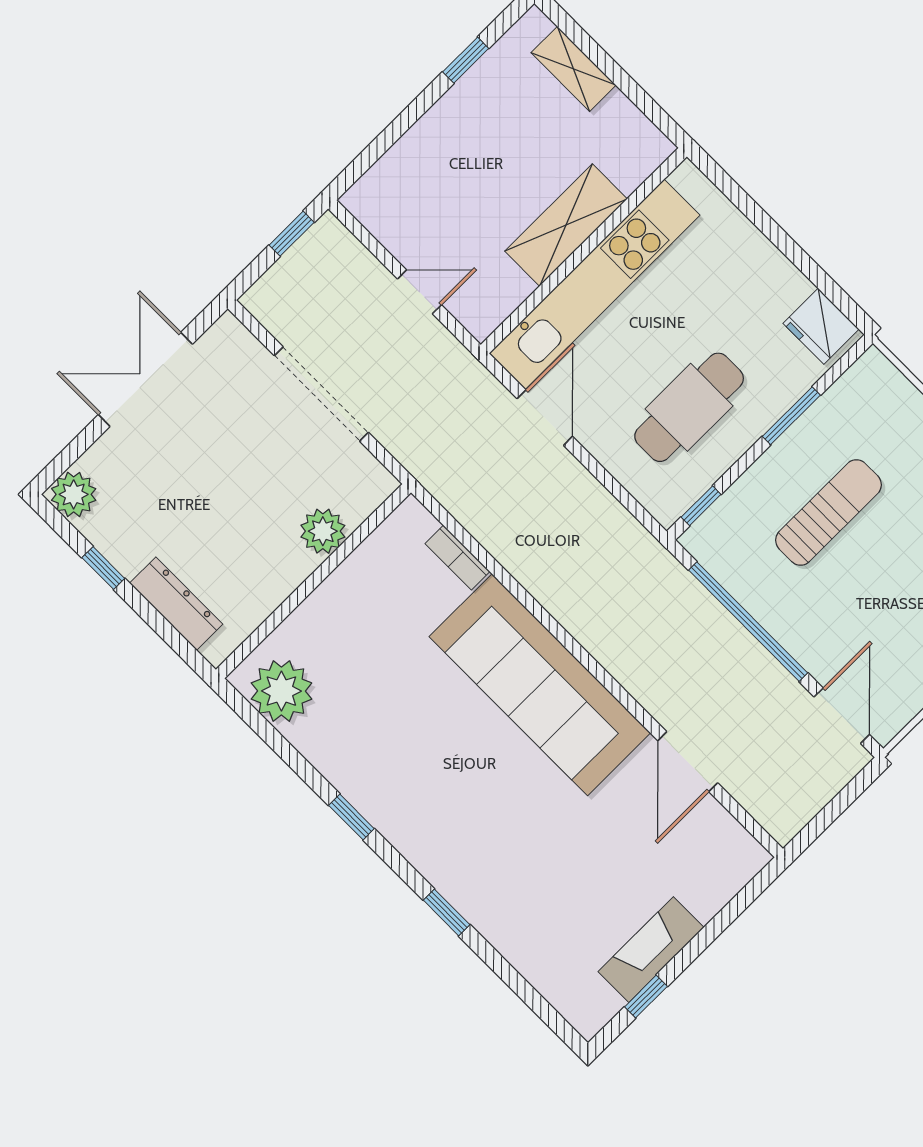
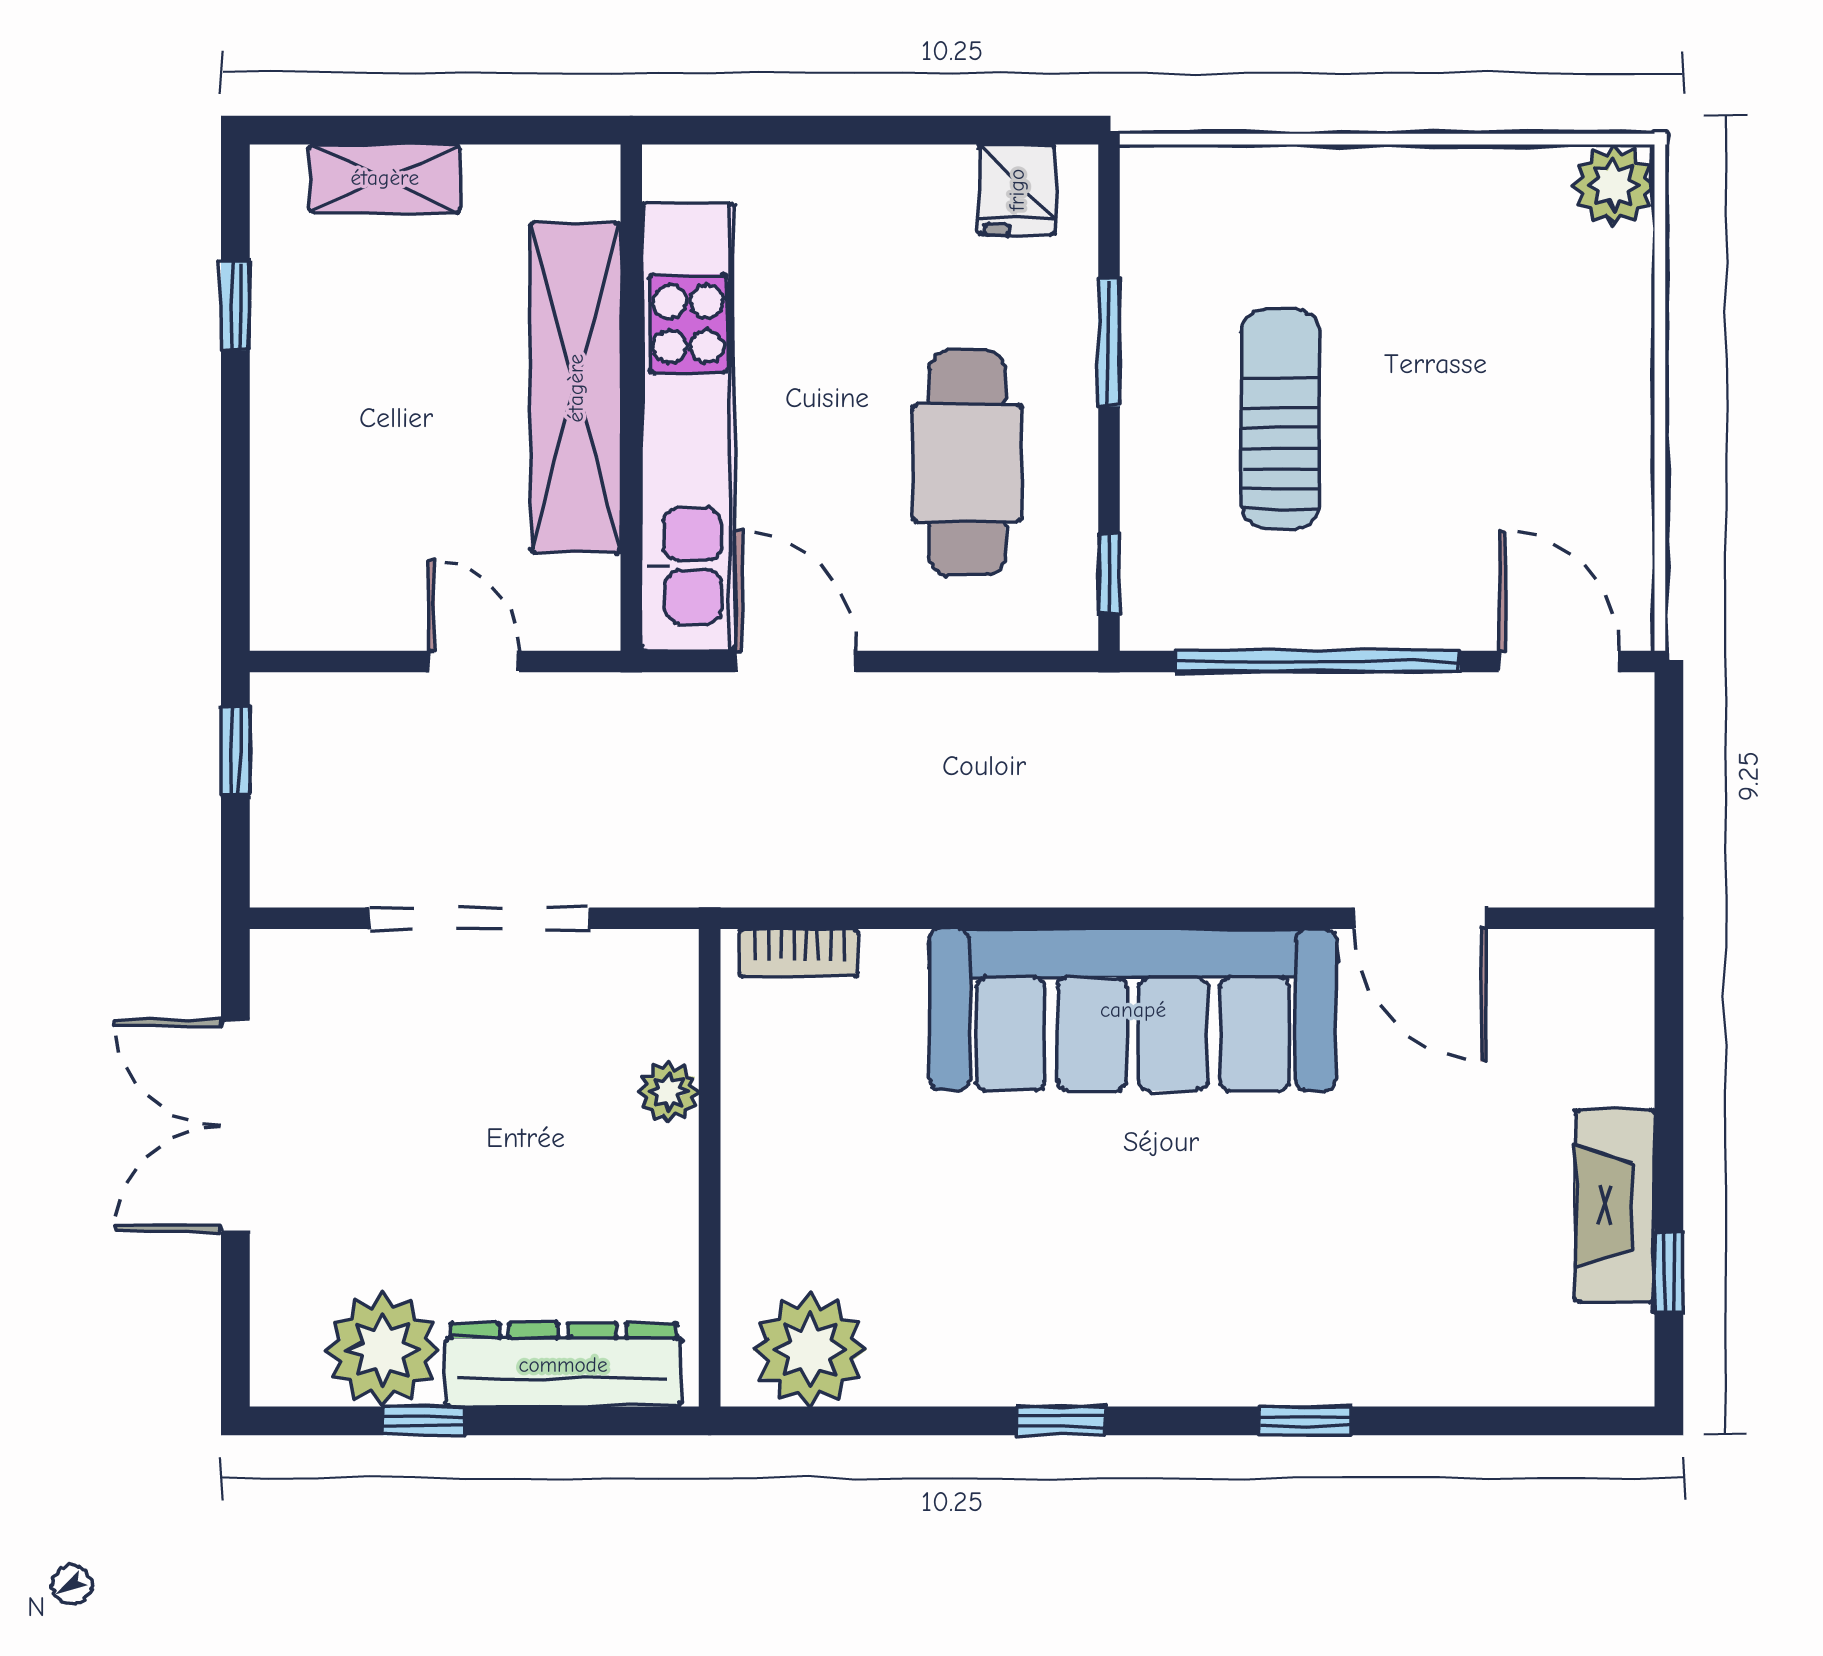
shelving: (566, 225) -> (576, 388), width x1.47
door: (419, 292) -> (474, 661), hinge flipped
fridge: (821, 326) -> (1017, 190), width x0.72
plant: (74, 494) -> (383, 1350), moved, width x1.36, depth x1.36
plant: (323, 531) -> (669, 1092), width x0.73, depth x0.73
bookcase: (457, 558) -> (799, 953), moved
dresser: (176, 604) -> (563, 1365), width x1.37, depth x1.24

